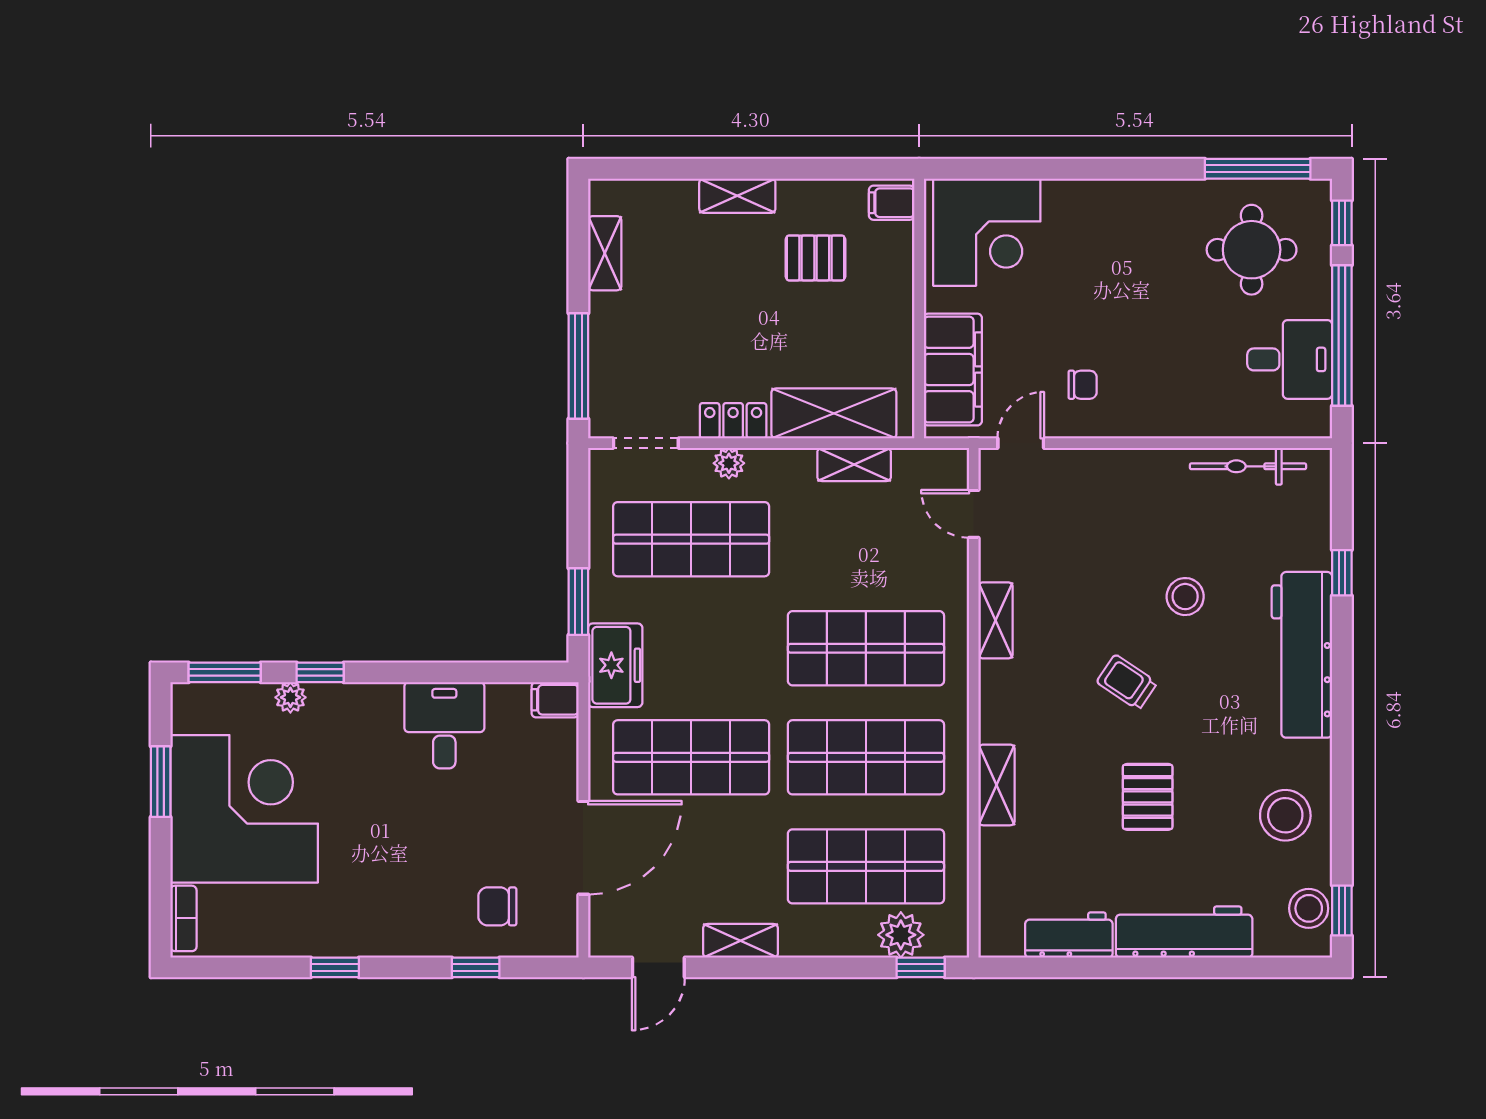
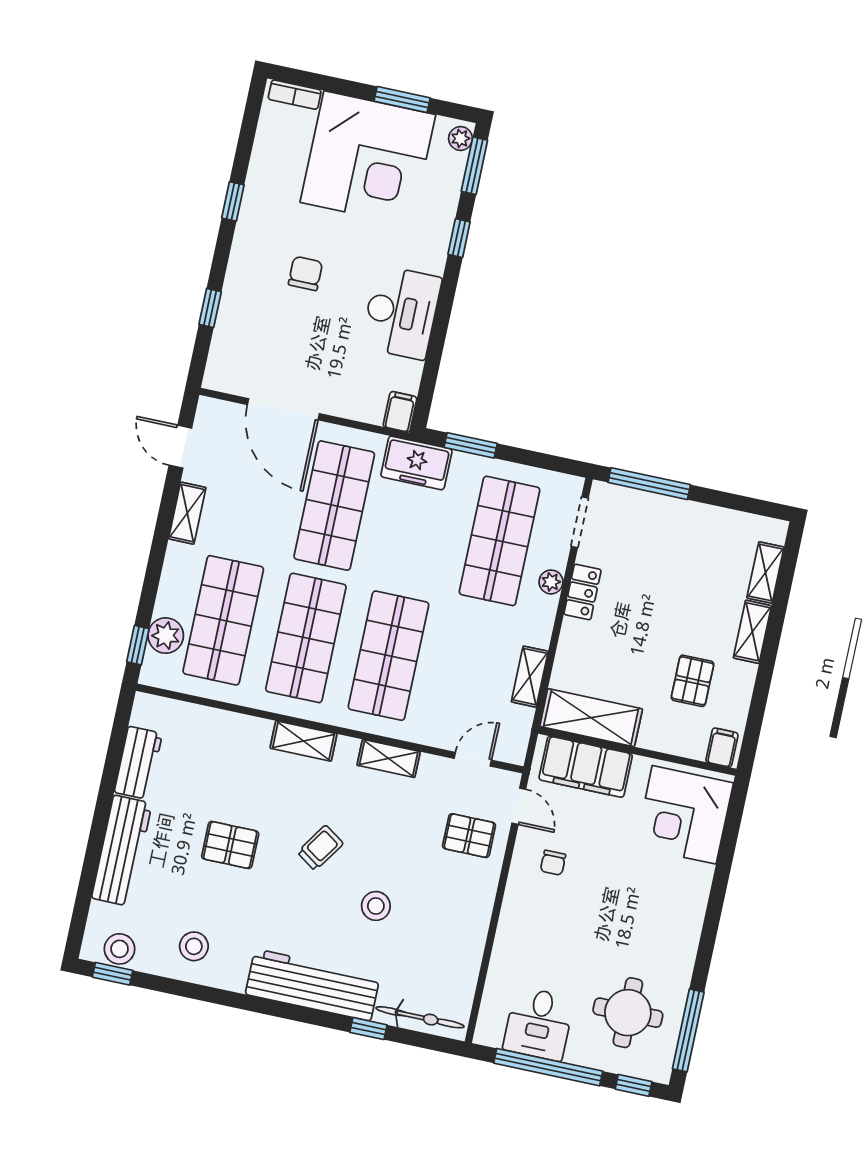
shelving: (605, 253) -> (765, 572), moved, turned 90
shelving: (834, 413) -> (591, 718), moved, turned 90
bicycle: (1248, 466) -> (420, 1017), moved, turned 90
pallet: (1071, 498) -> (469, 836), added
plant: (290, 697) -> (460, 138), moved
desk: (444, 725) -> (401, 312), width x1.37
shelving: (997, 785) -> (304, 741), moved
stool: (1285, 815) -> (194, 946), width x0.73, depth x0.73
chair: (497, 906) -> (305, 273), moved

